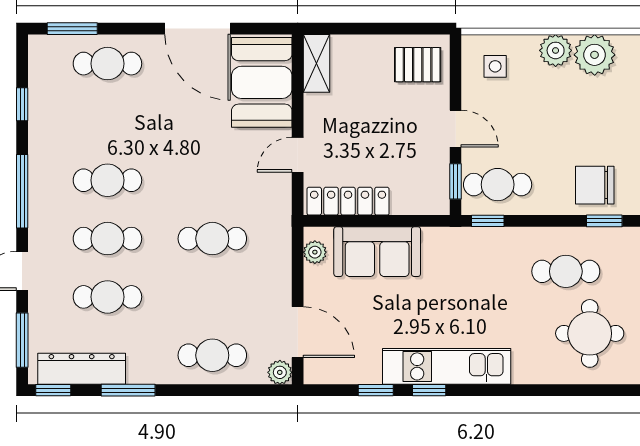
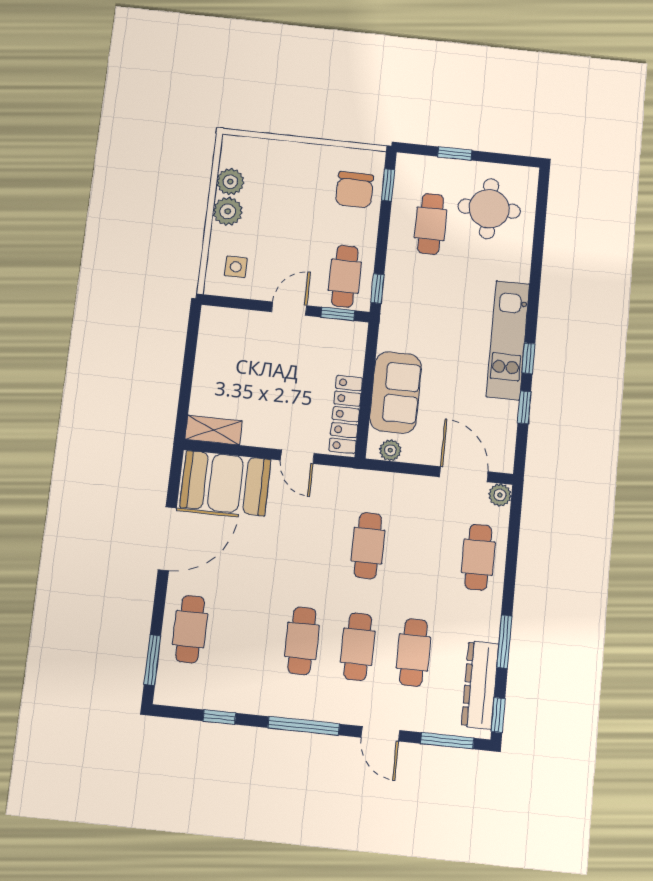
plant: (595, 55) -> (230, 182), width x0.73, depth x0.73
pallet: (418, 65) -> (226, 337), removed
door: (298, 332) -> (464, 474), hinge flipped

